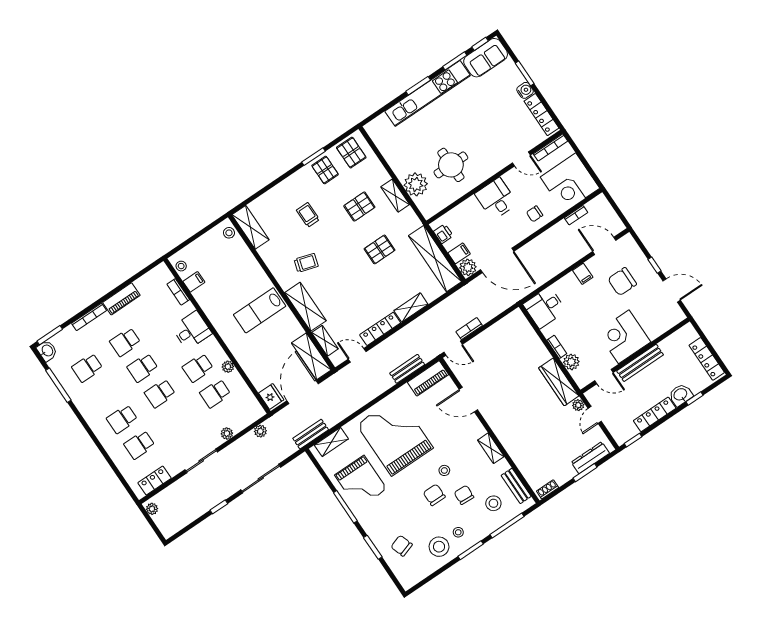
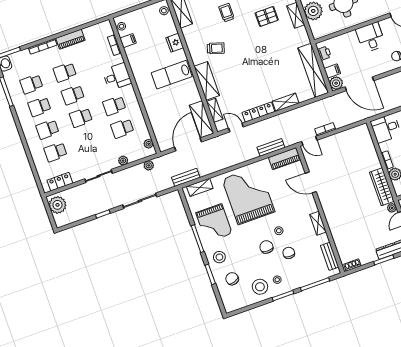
pallet: (380, 249) -> (273, 53), removed
plant: (228, 367) -> (149, 144), moved
school desk: (105, 393) -> (39, 107), added
fridge: (271, 396) -> (175, 43), moved, turned 180
stool: (493, 503) -> (219, 257), moved
plant: (152, 509) -> (57, 205), width x1.88, depth x1.88

